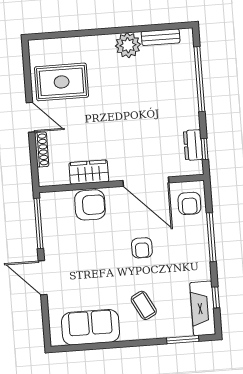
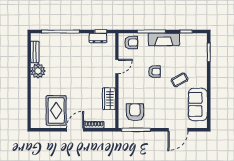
door: (146, 182) -> (117, 67), width x0.53
armchair: (90, 205) -> (135, 112), moved
door: (43, 278) -> (178, 130), moved
coffee table: (144, 305) -> (180, 80), moved
fireplace: (203, 308) -> (164, 39), moved

